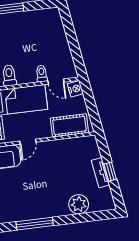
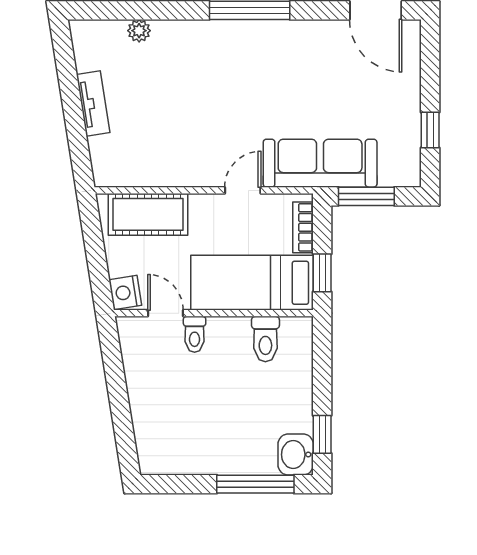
window: (110, 172) -> (72, 103), removed
plant: (79, 204) -> (139, 31), width x0.53, depth x0.53

